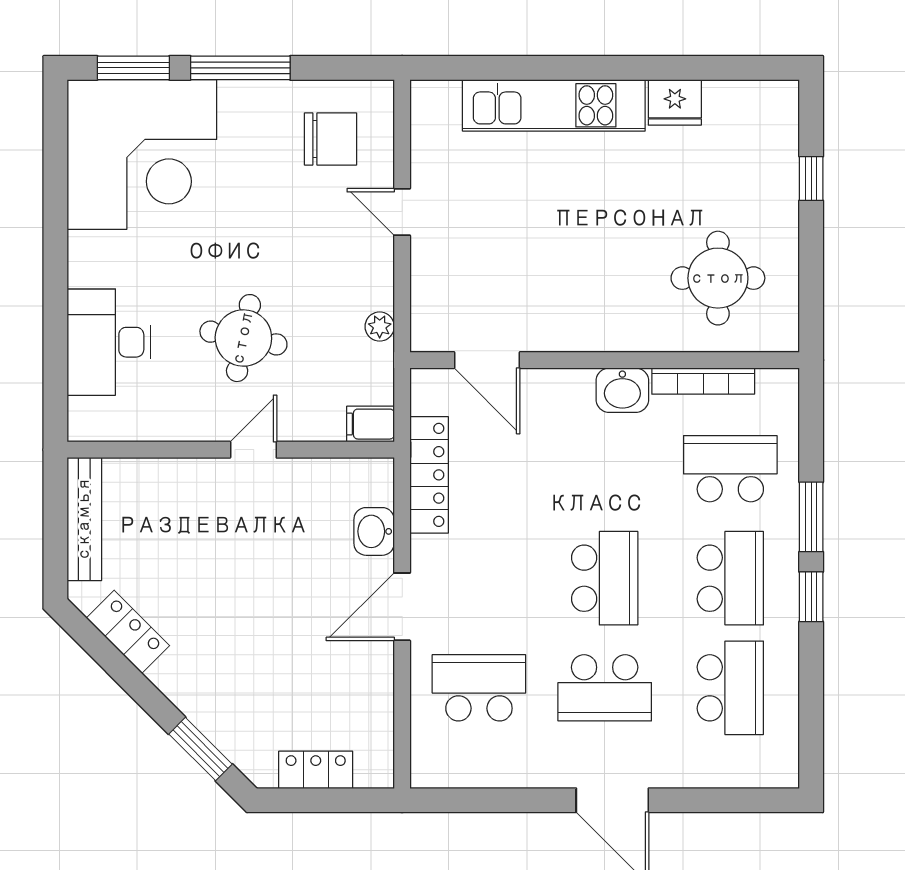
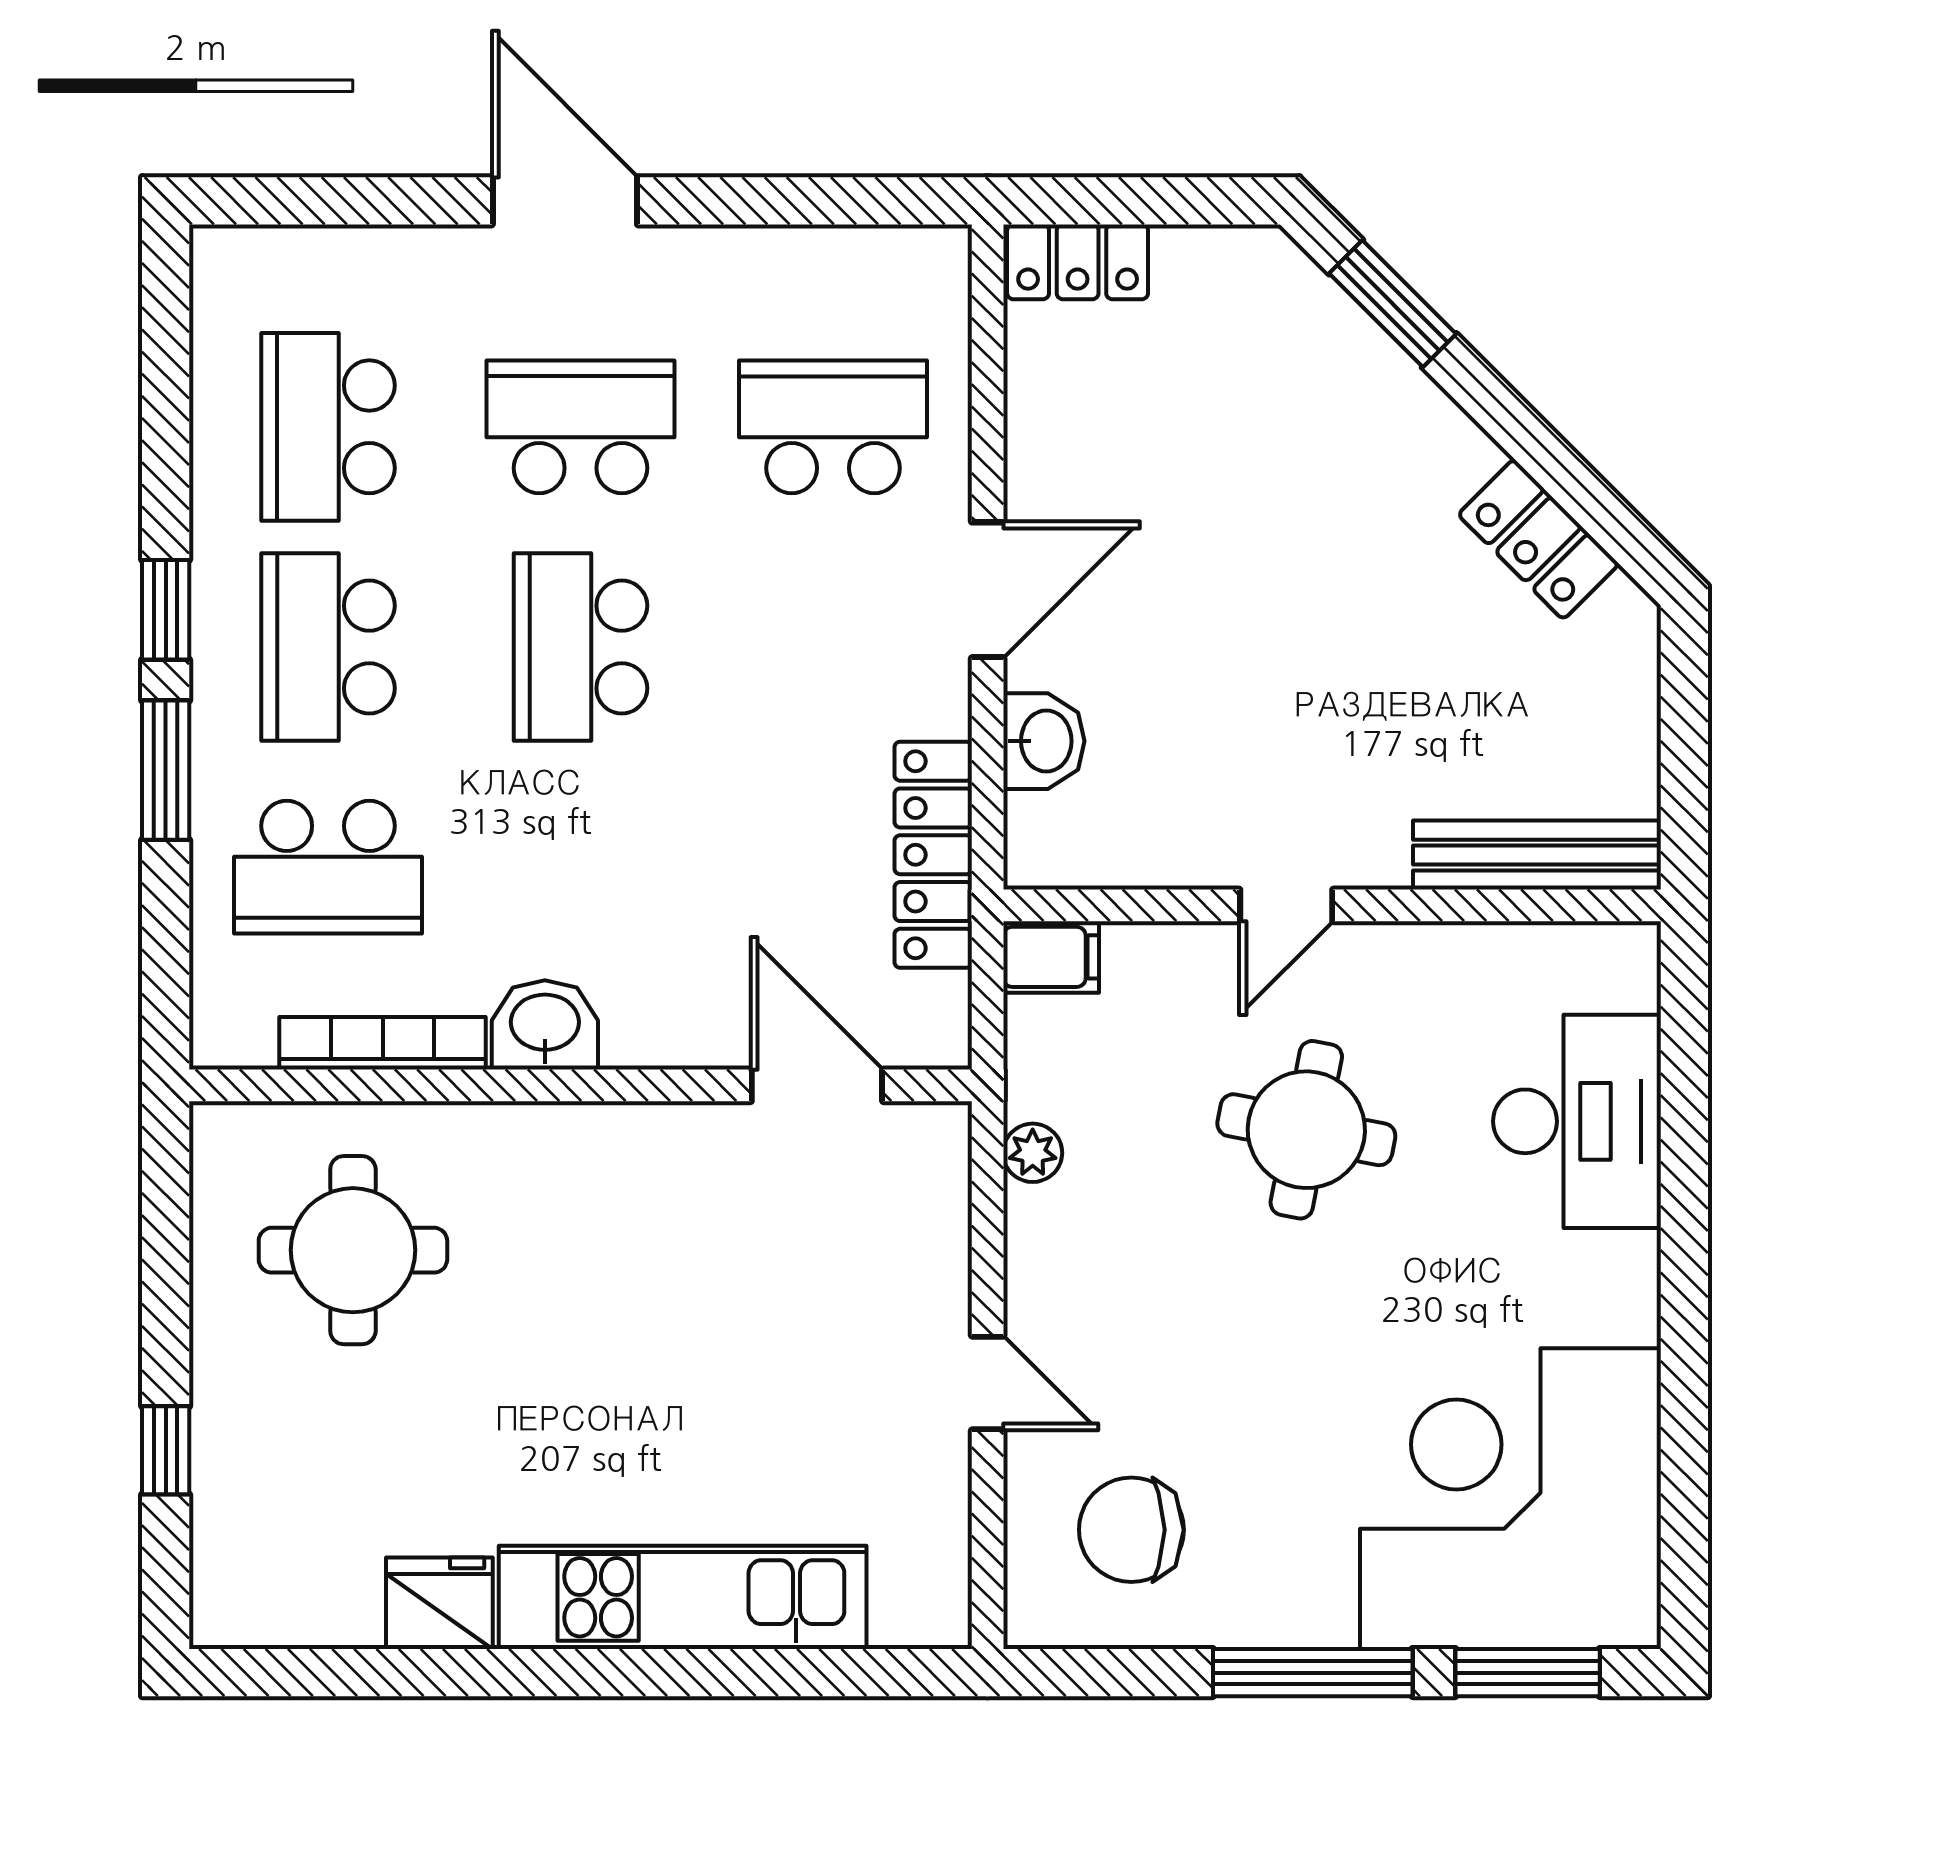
bench: (84, 519) -> (1537, 855), moved, turned 90
school desk: (479, 688) -> (833, 427), turned 180
locker: (316, 770) -> (1078, 262), moved

